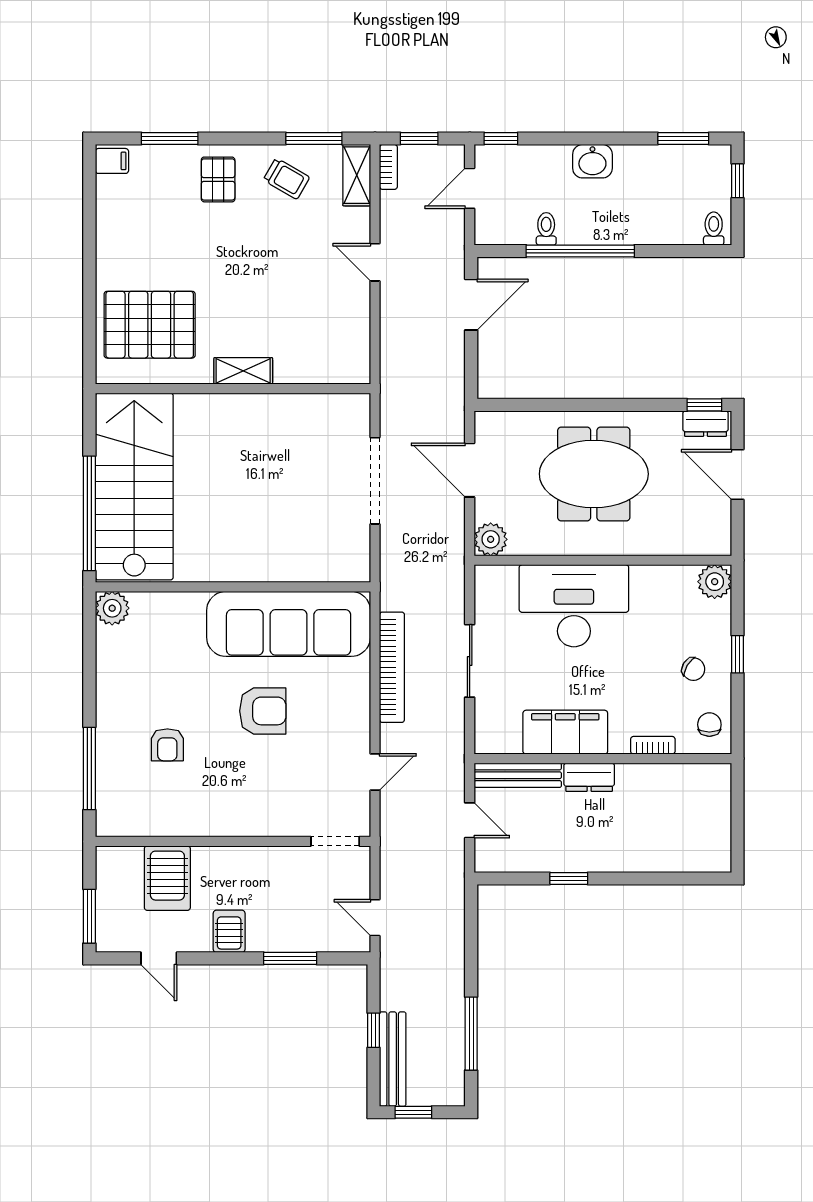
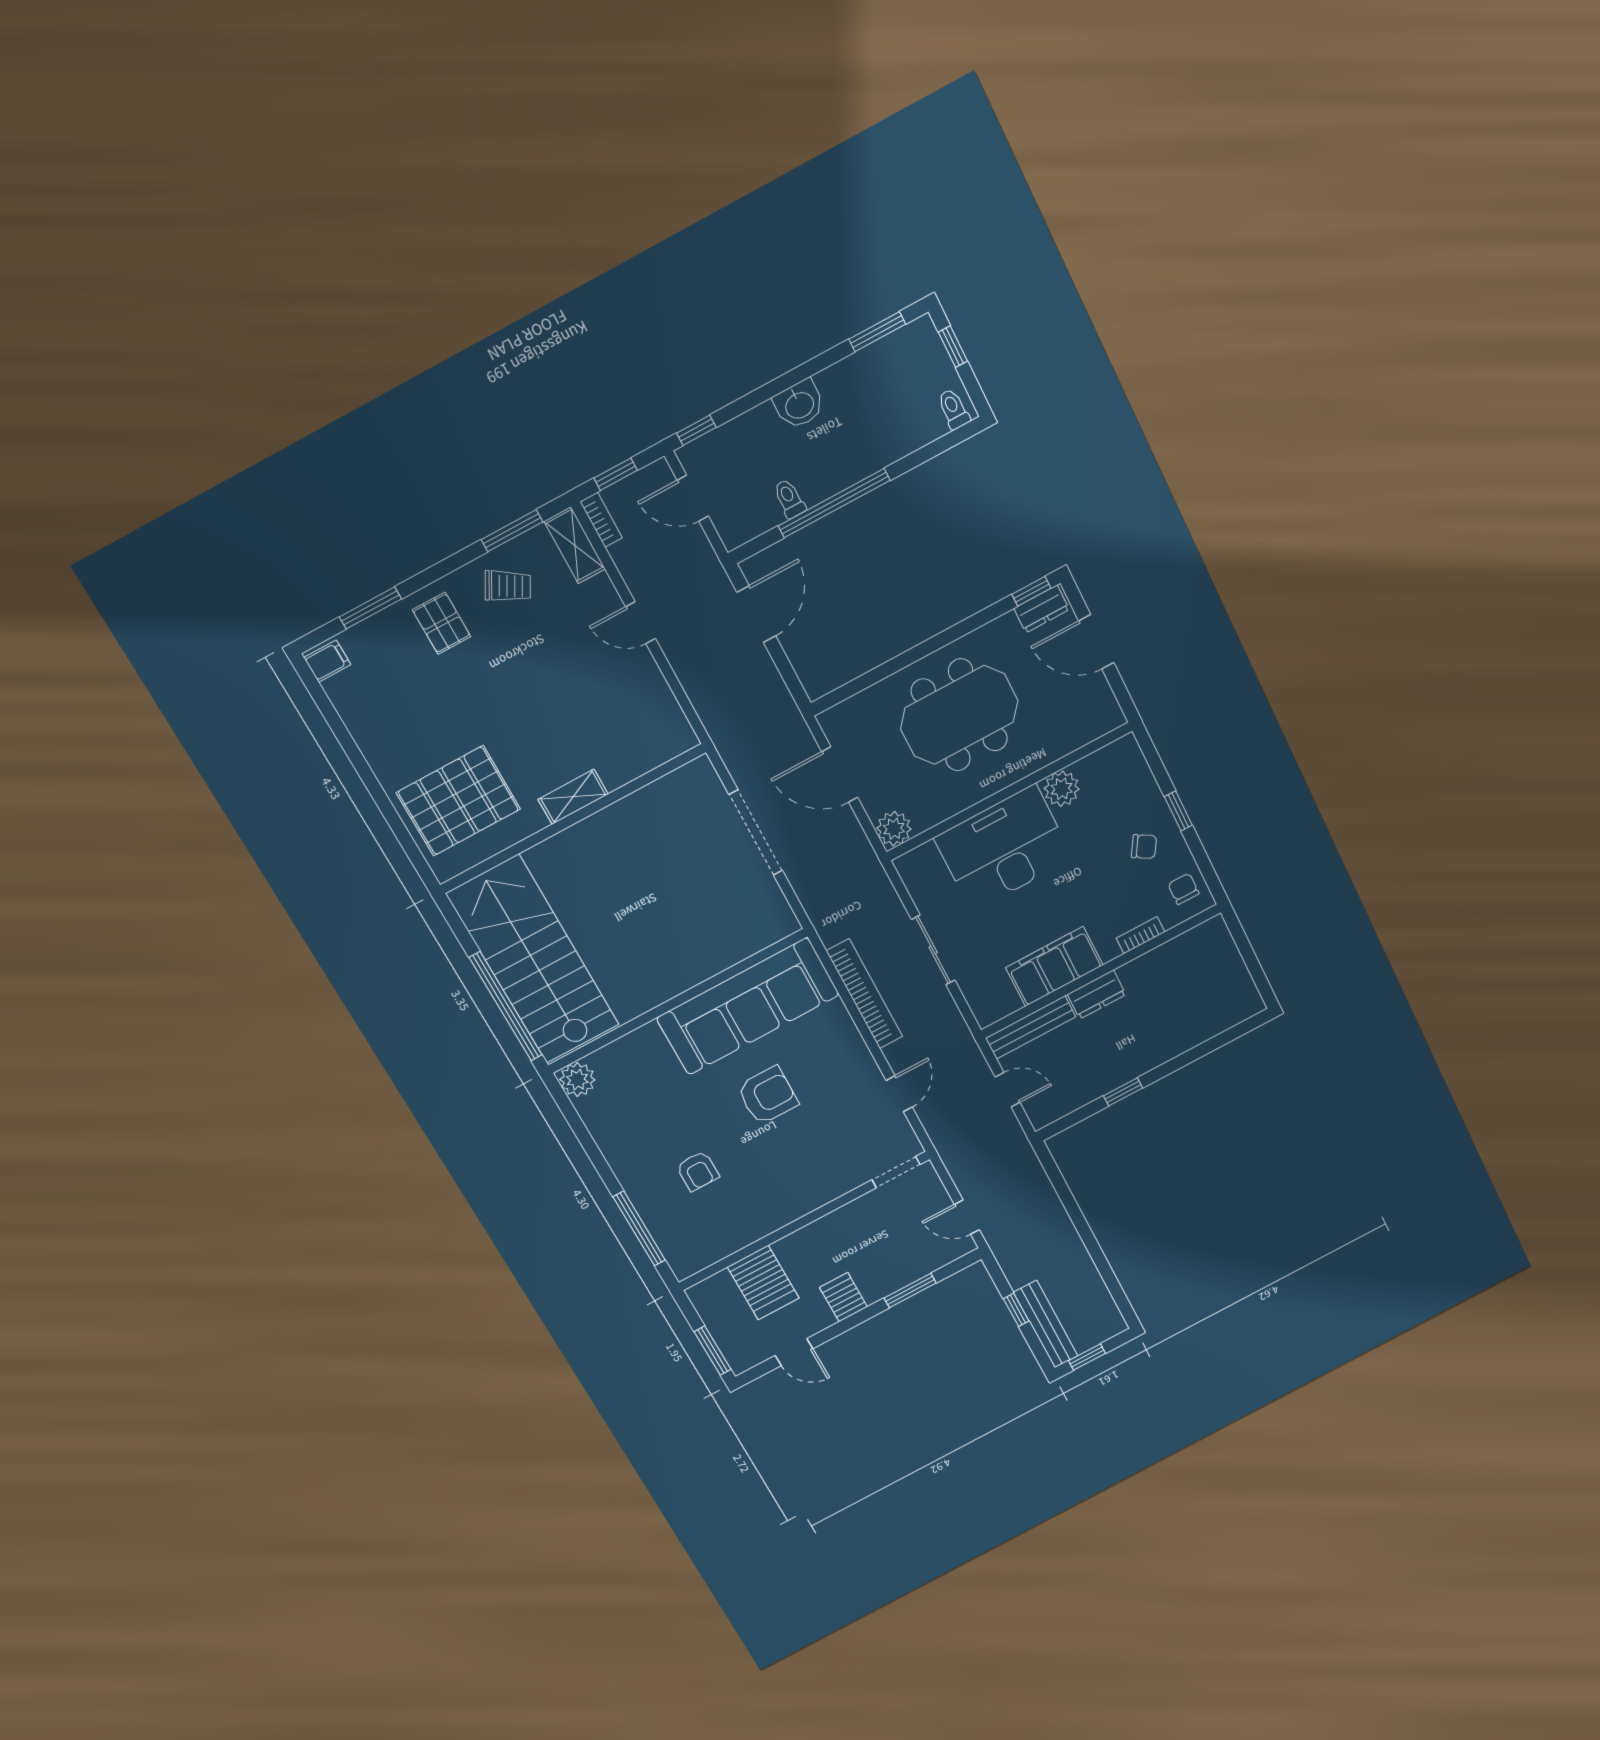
door: (470, 188) -> (693, 498), hinge flipped
plant: (715, 582) -> (1062, 789), moved
window: (471, 1034) -> (1104, 1267), removed

